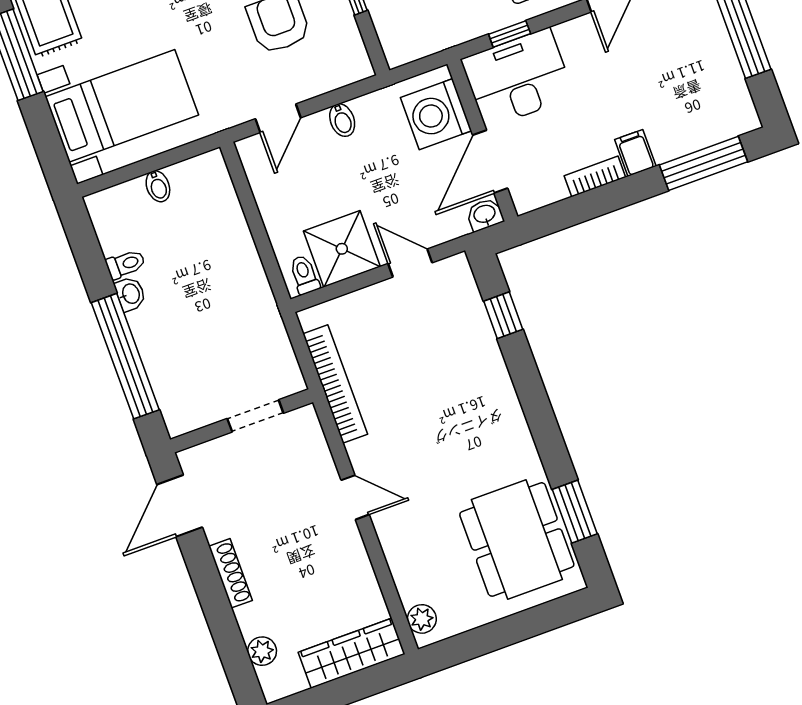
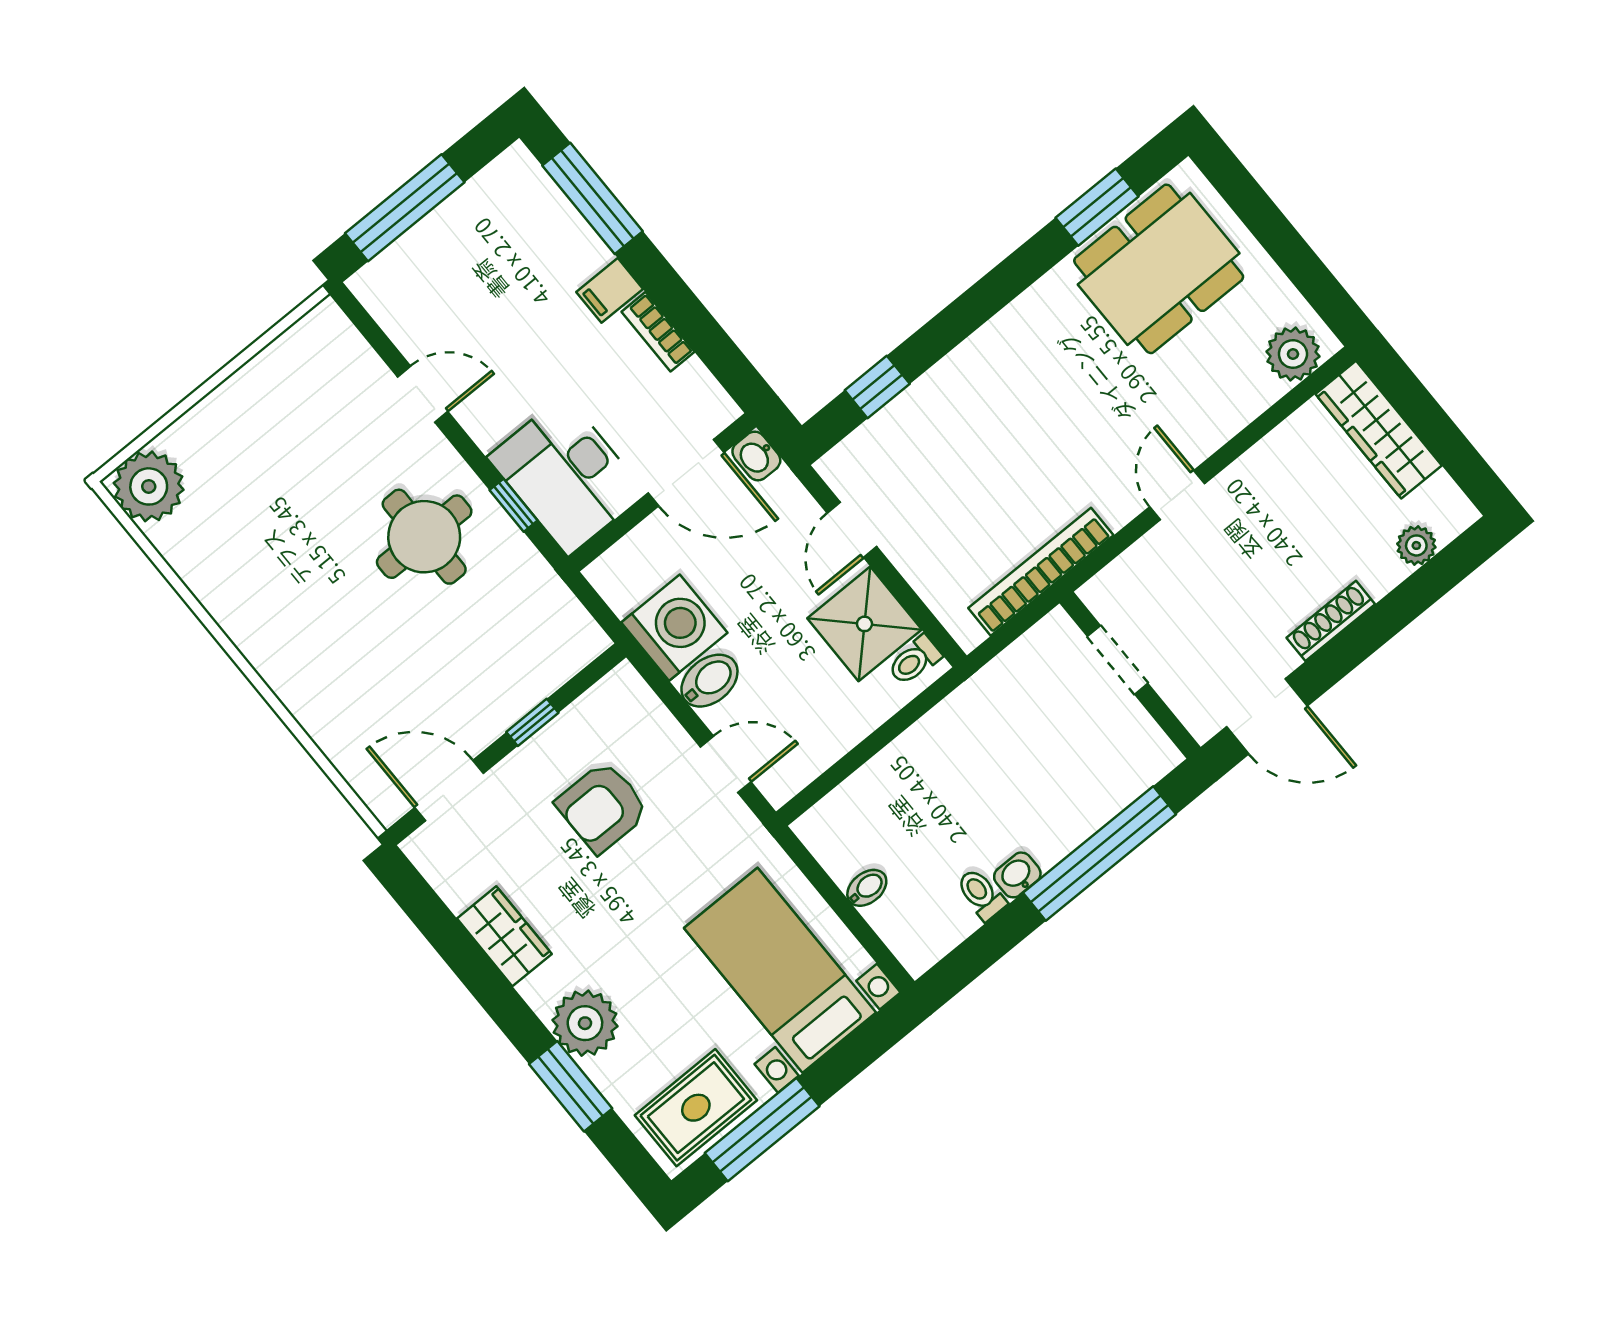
washing machine: (436, 114) -> (674, 628), moved, turned -90
bidet: (342, 120) -> (709, 681), width x1.38, depth x1.36
plant: (422, 619) -> (1293, 354), width x1.38, depth x1.38

